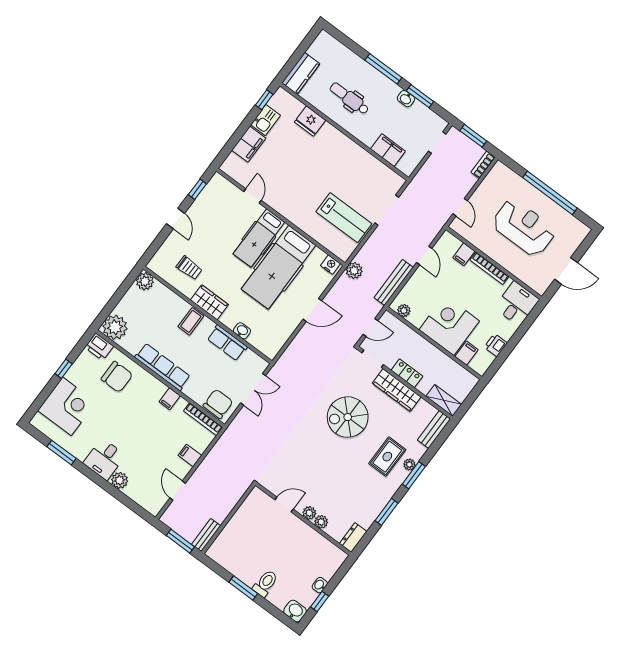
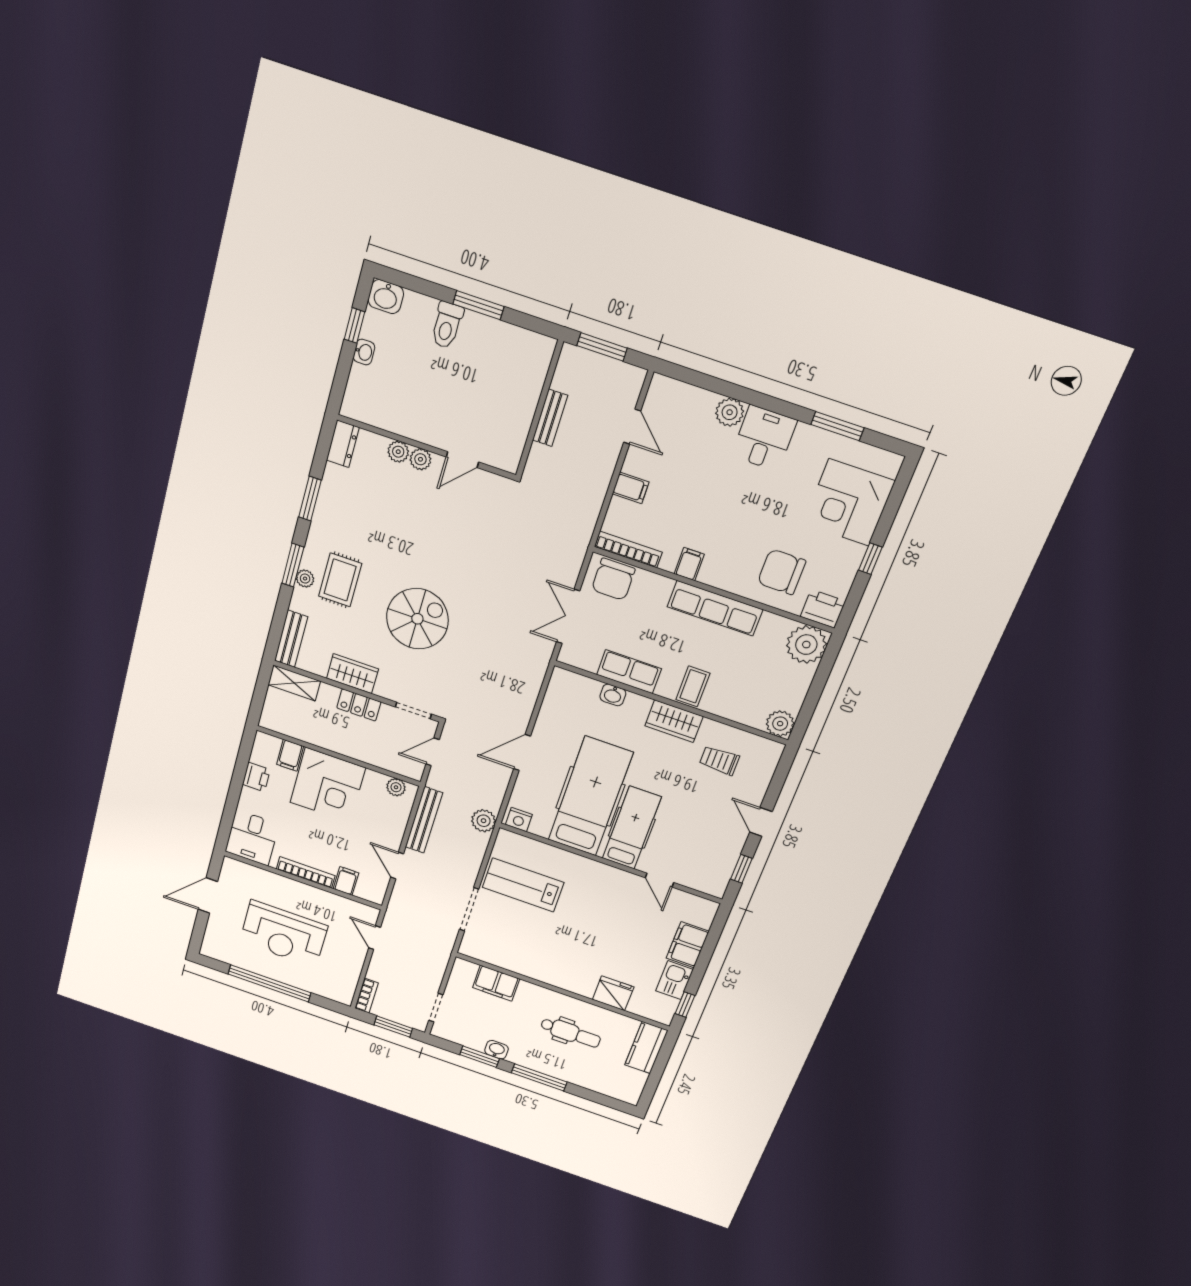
wardrobe: (397, 390) -> (352, 674), width x0.67
bench: (206, 535) -> (550, 418), moved

